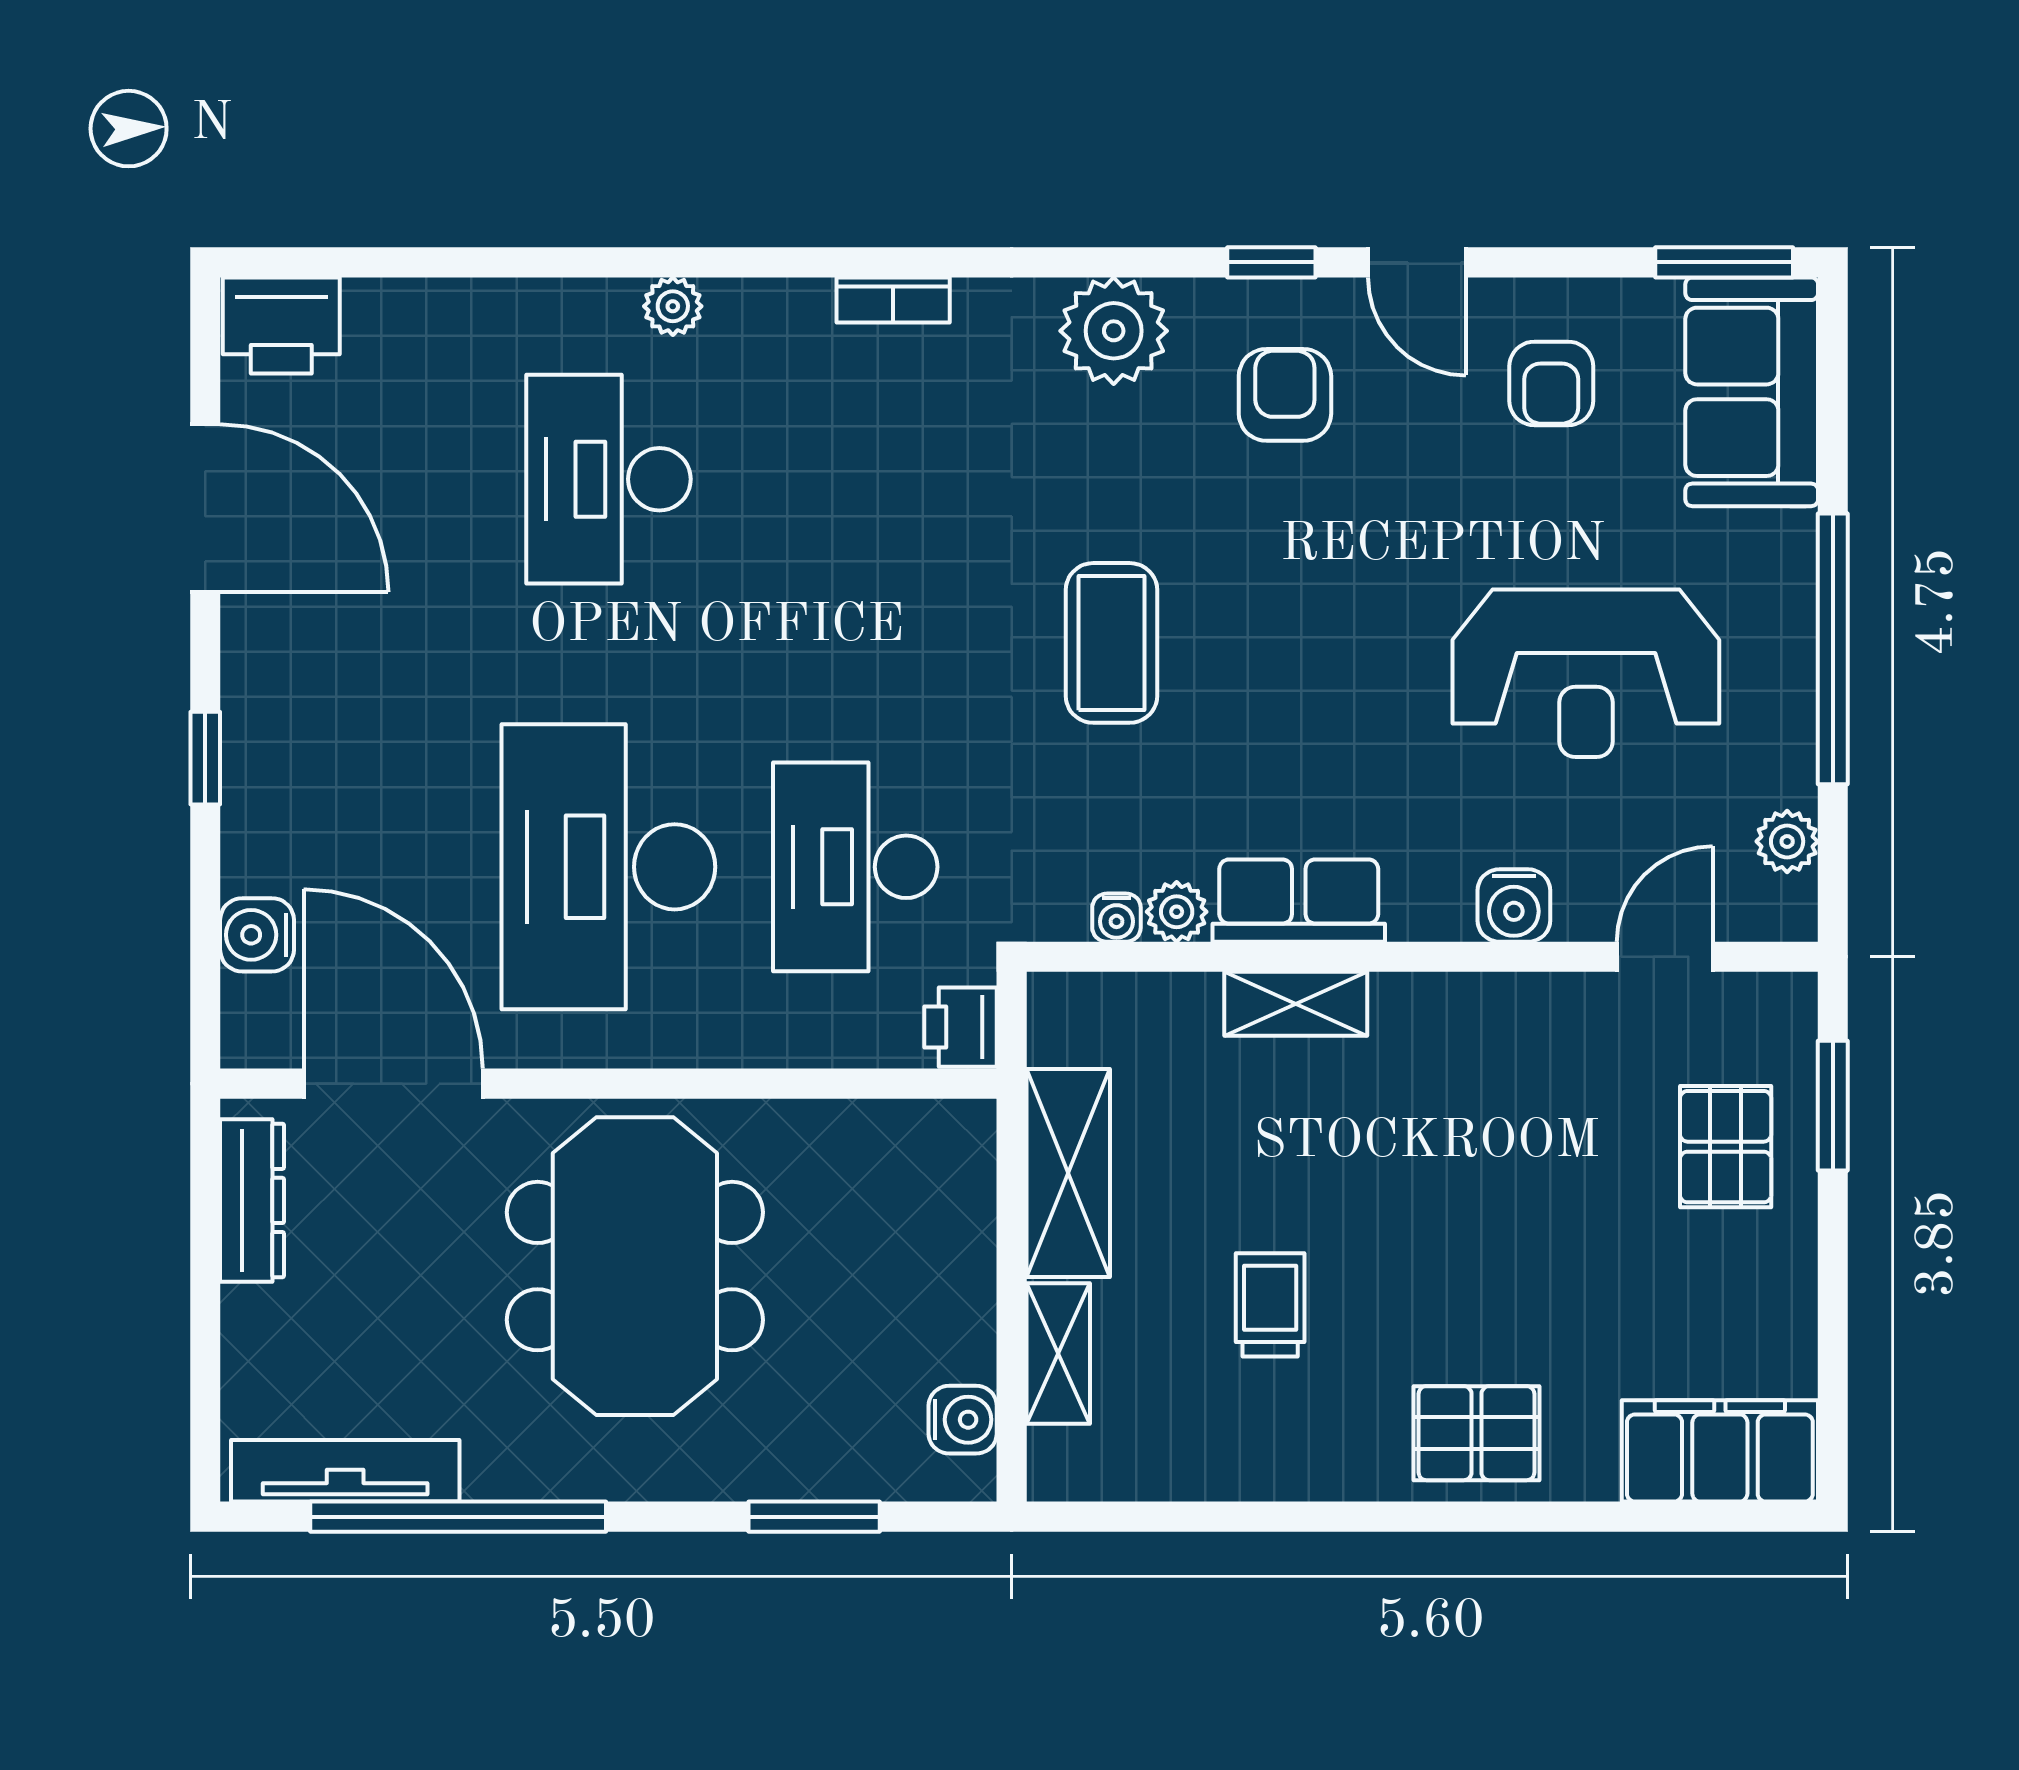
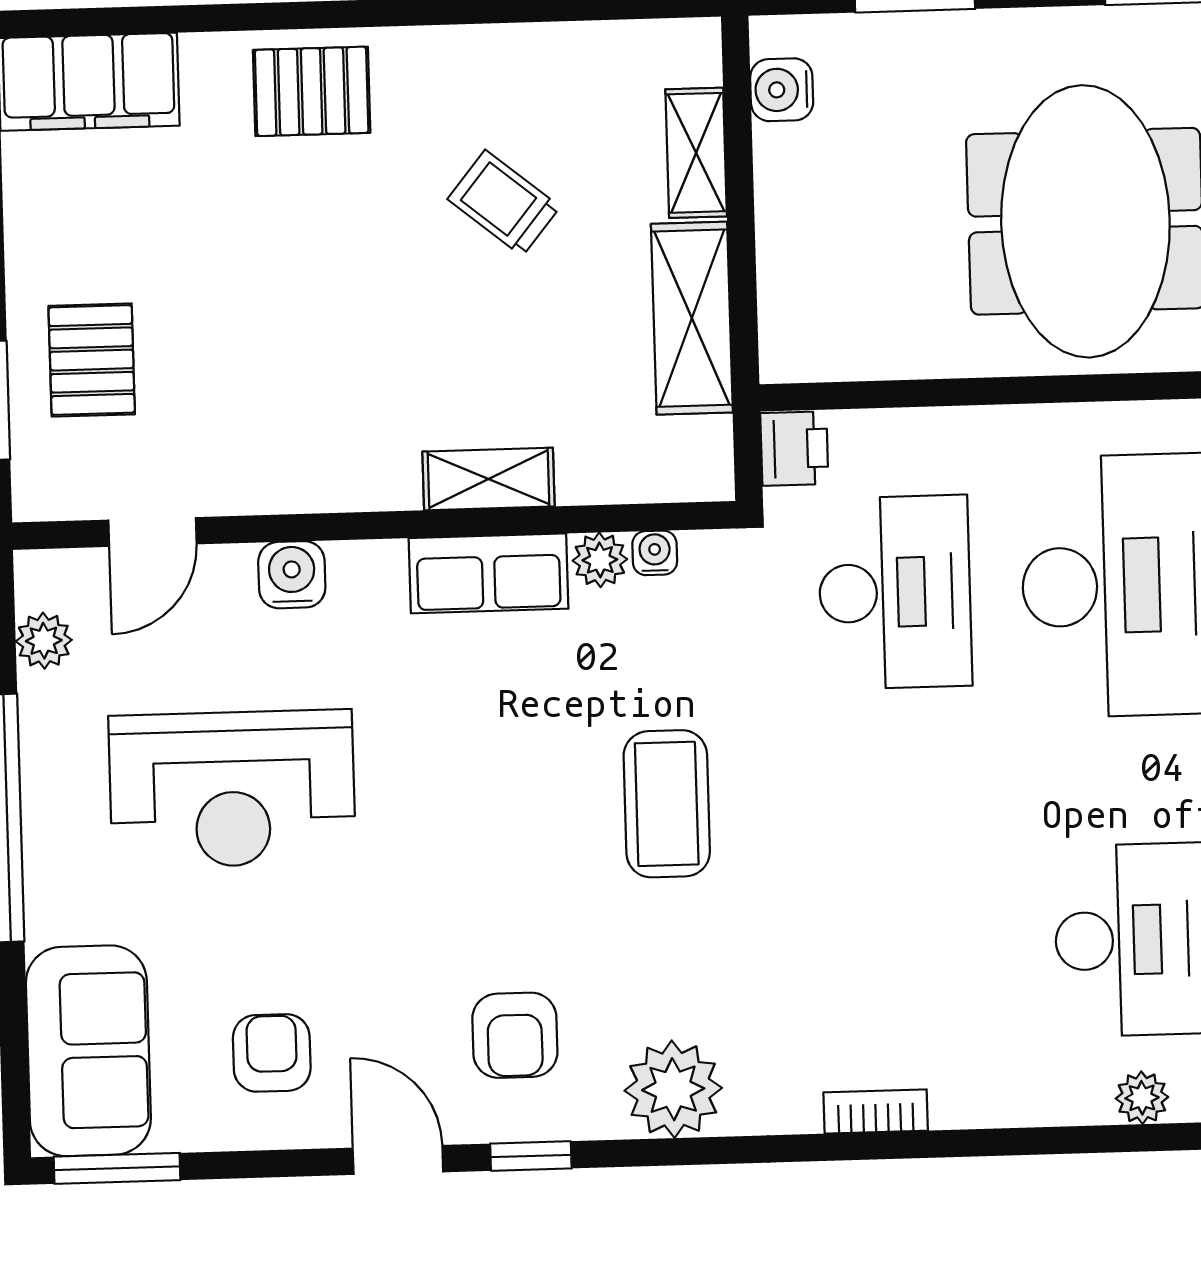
plant: (673, 306) -> (1142, 1098), moved
reception desk: (1586, 673) -> (232, 789), turned 180
trolley: (1270, 1305) -> (504, 203), turned 129

